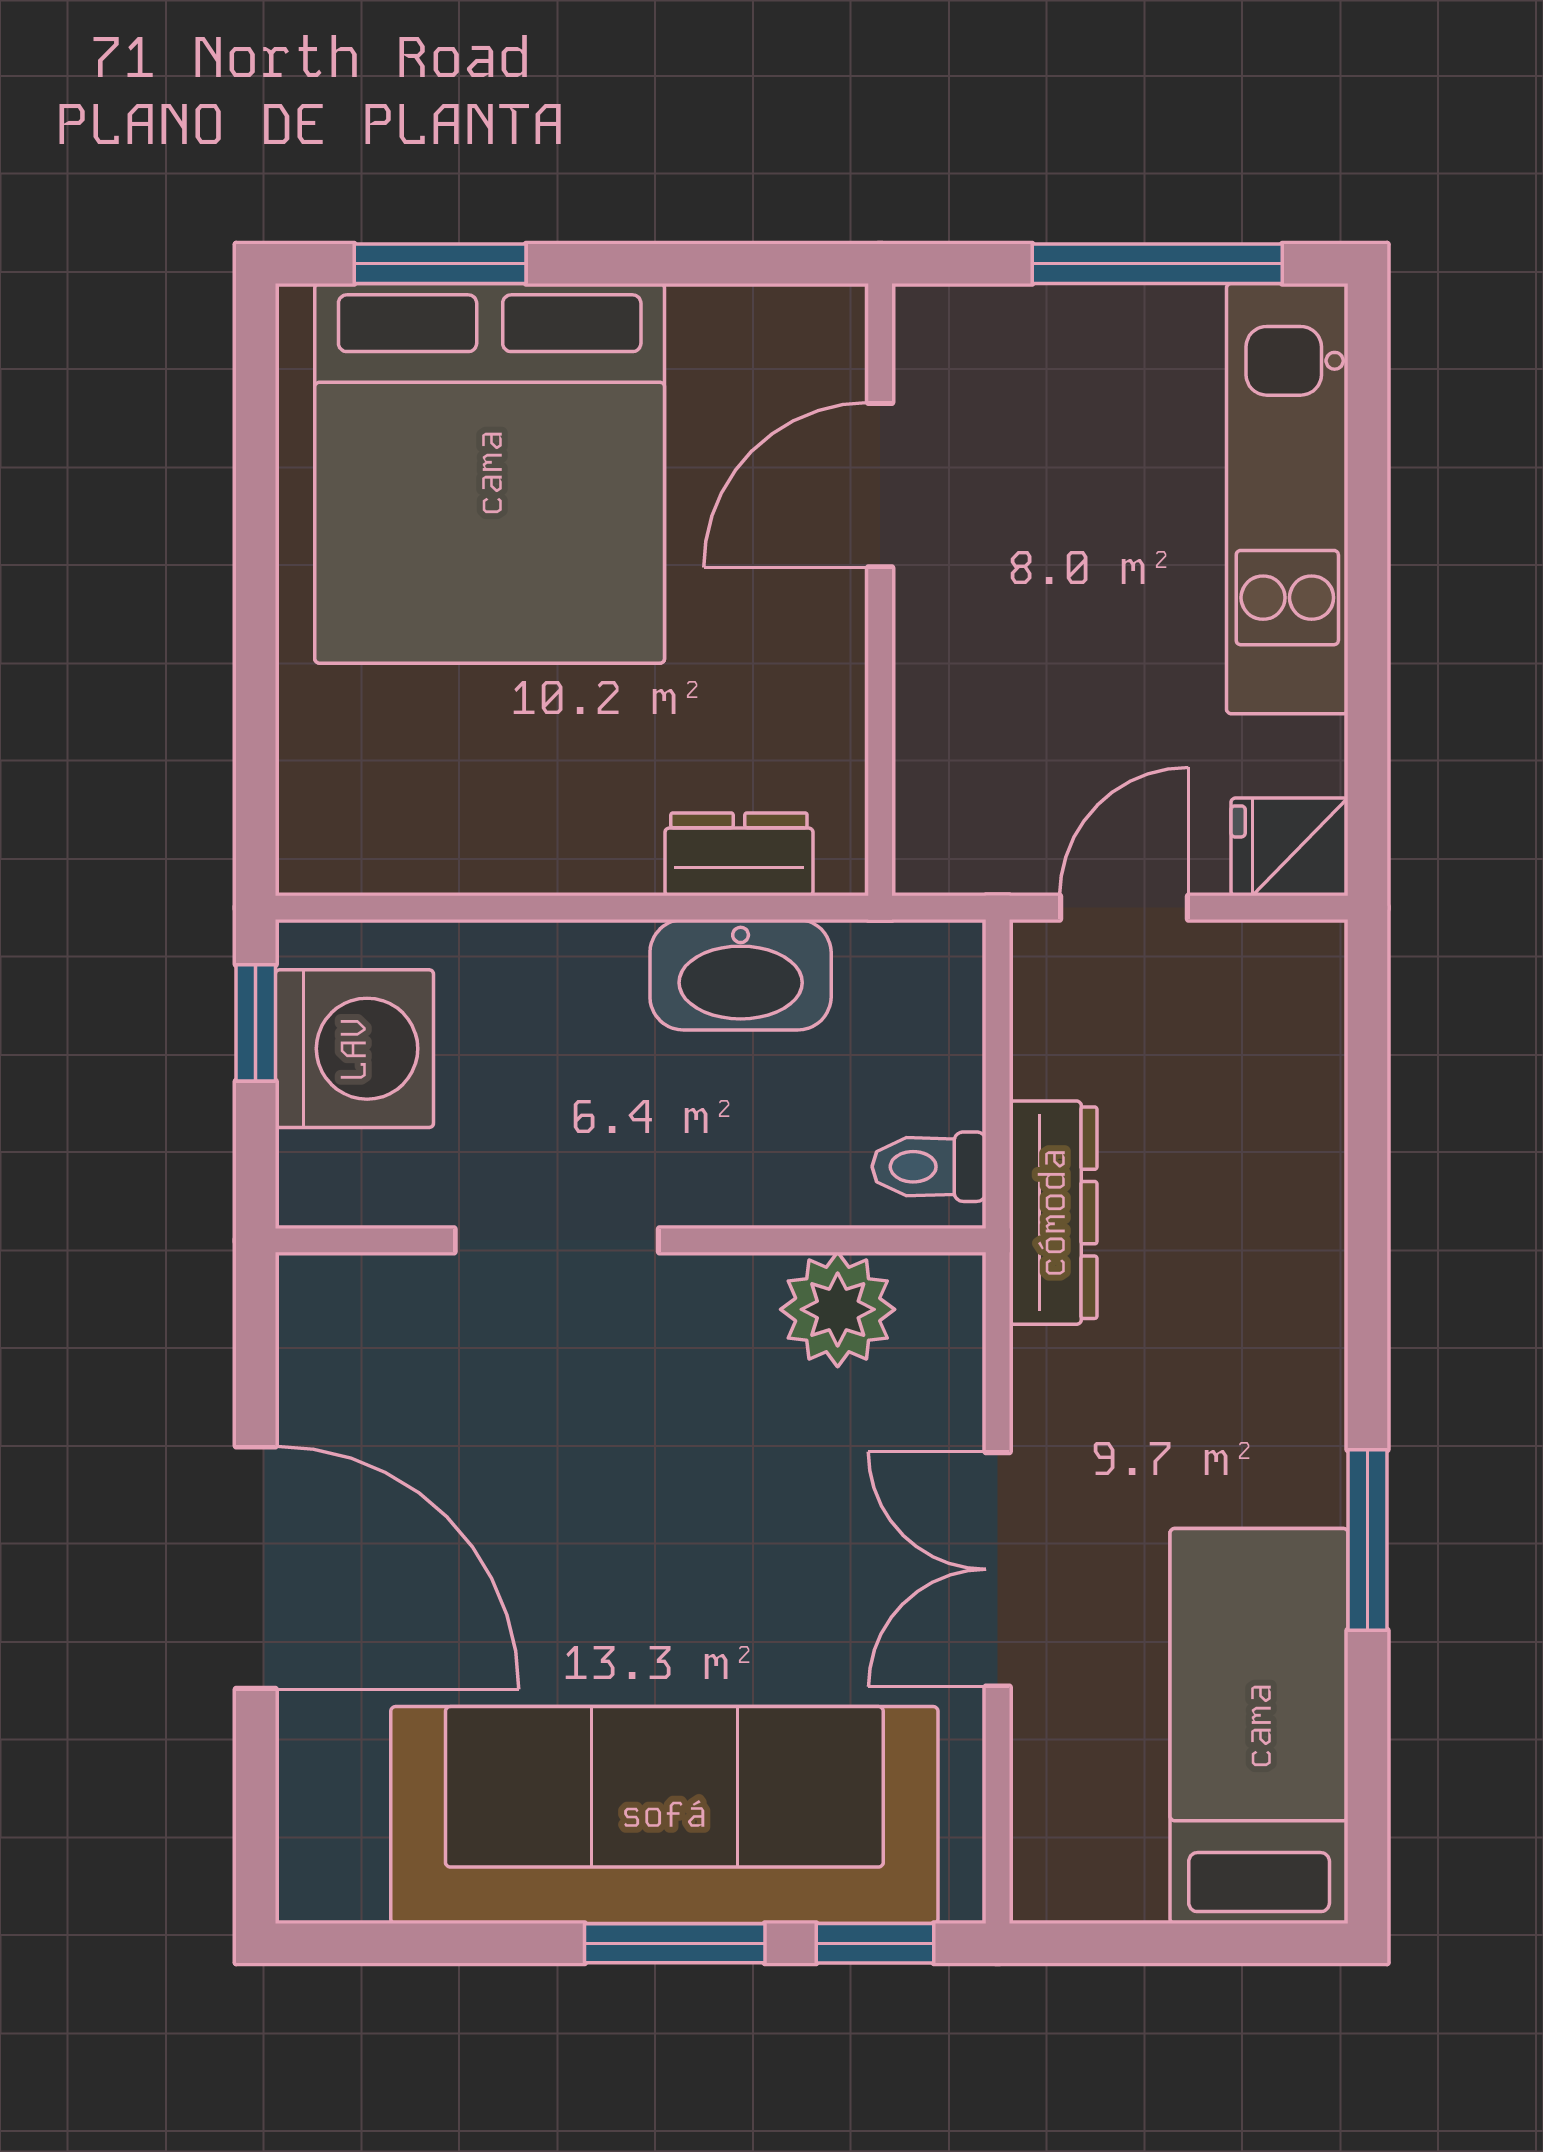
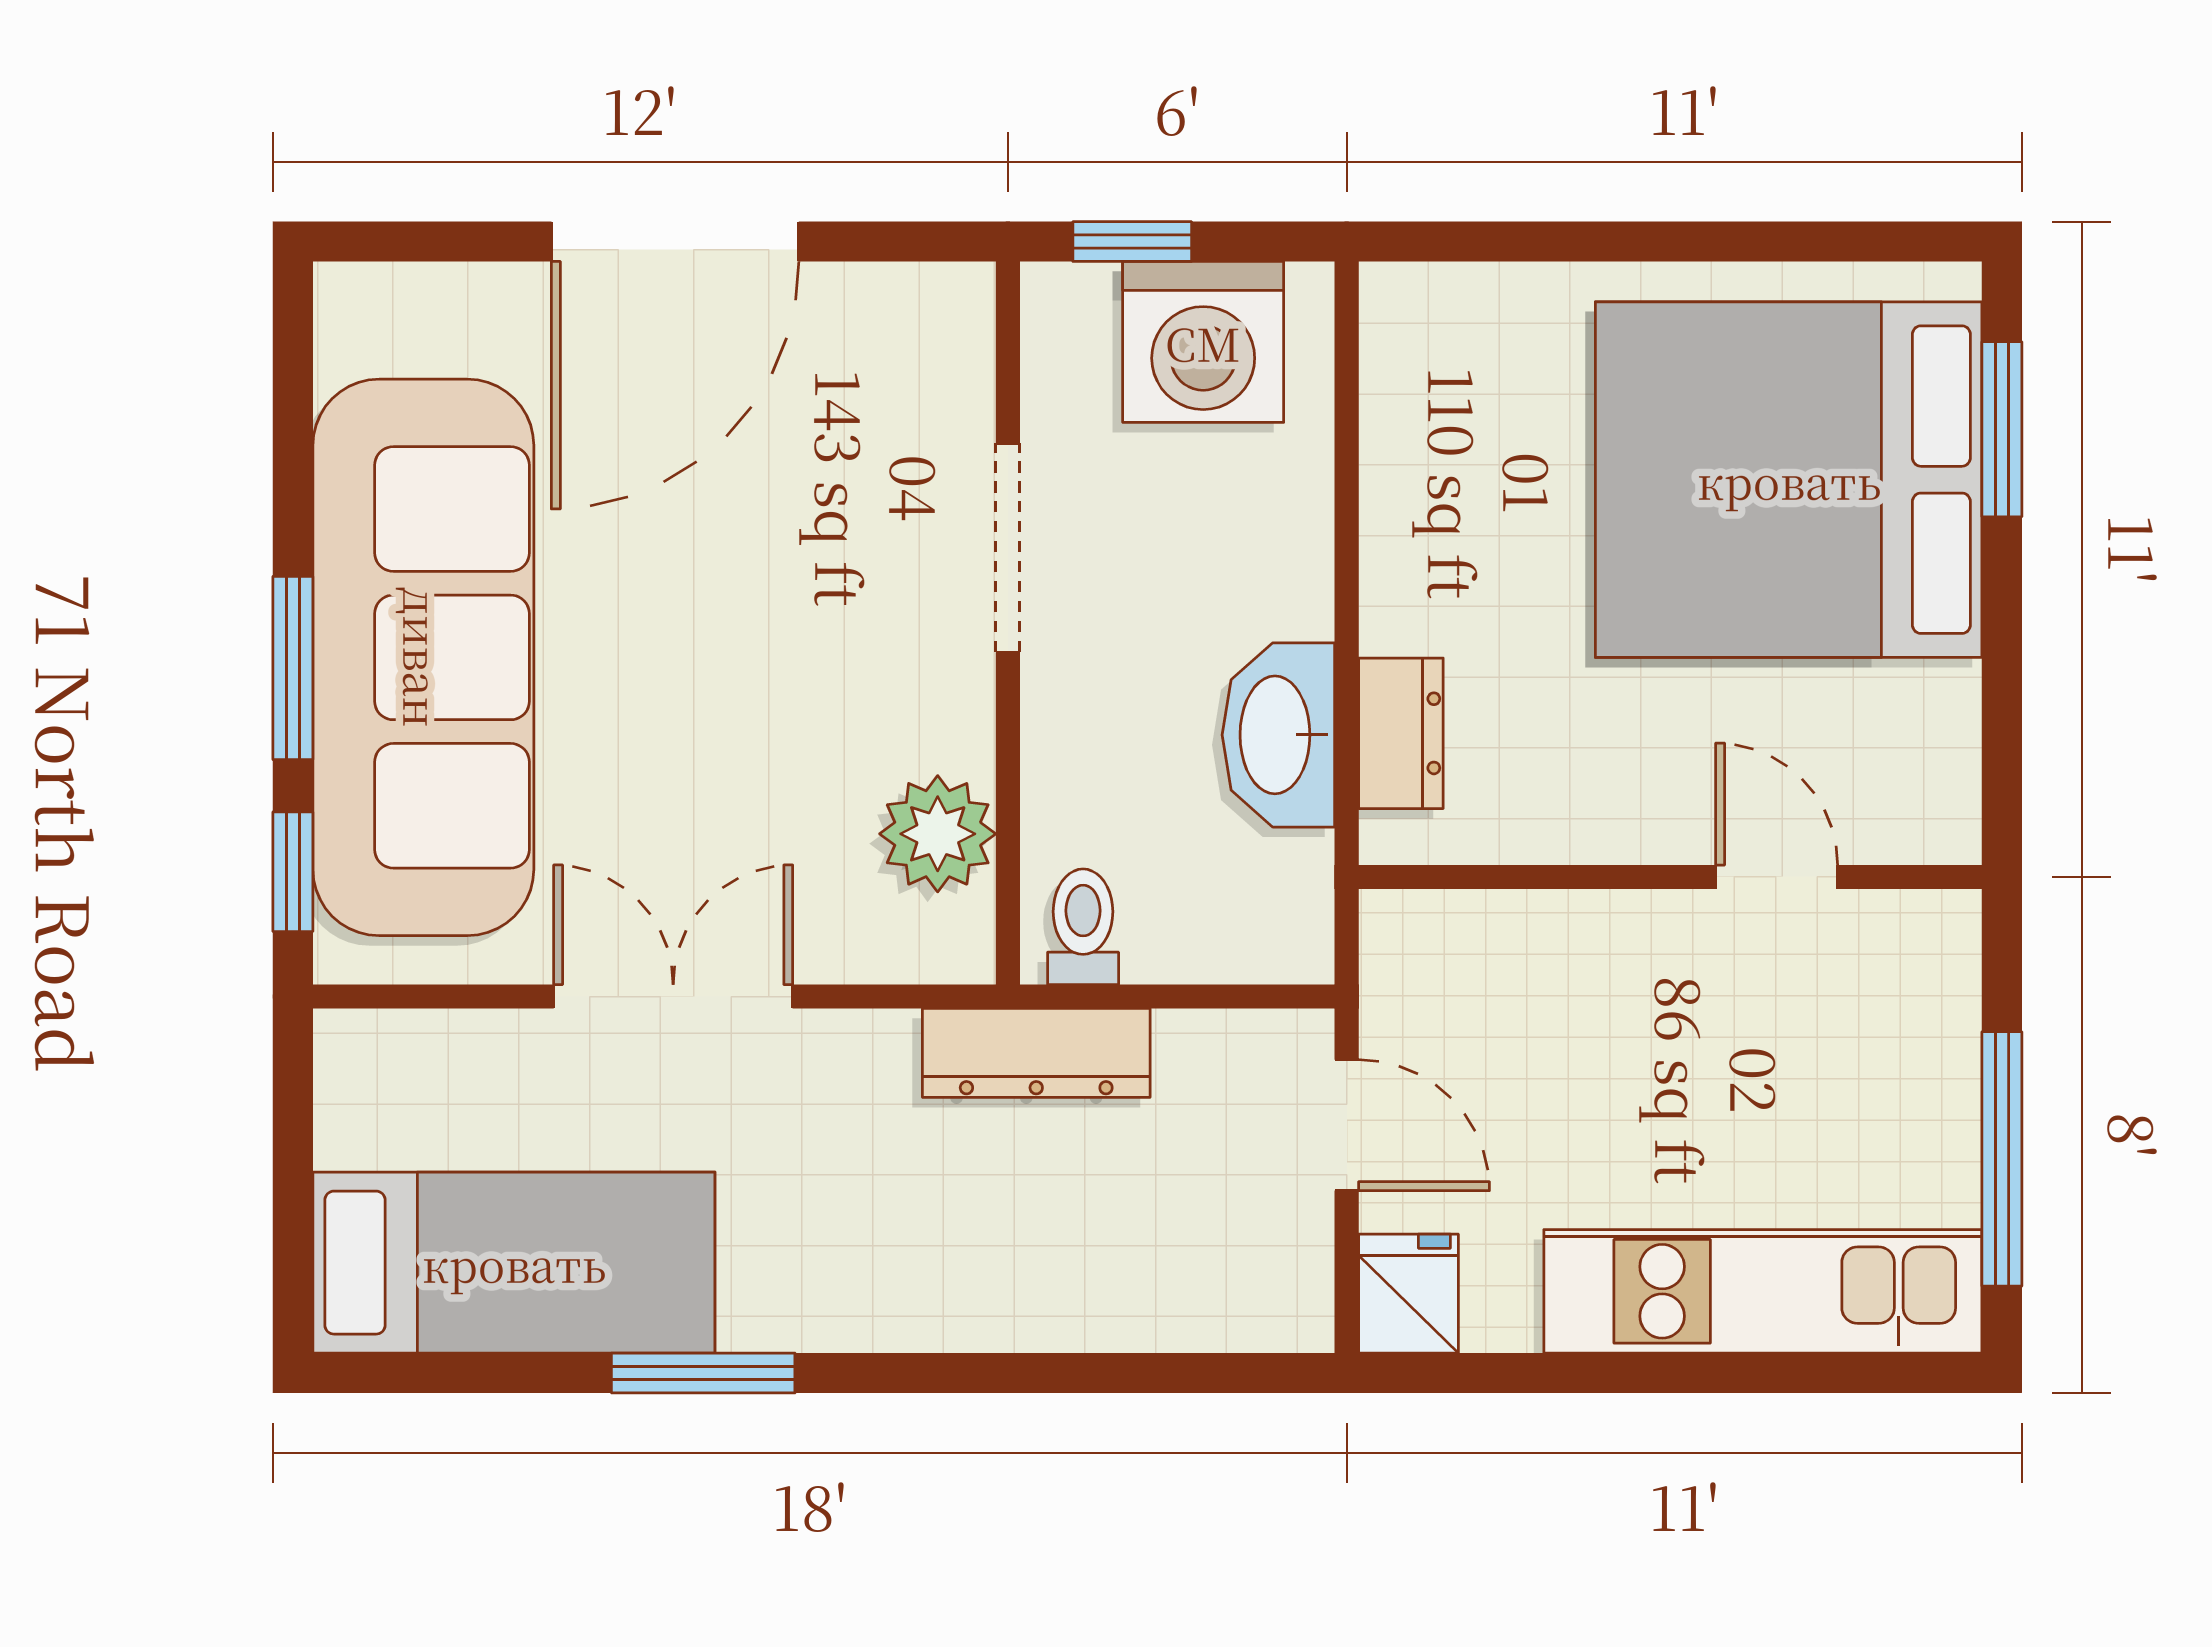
door: (880, 485) -> (1777, 877), width x0.73
window: (256, 1023) -> (1132, 242), moved

